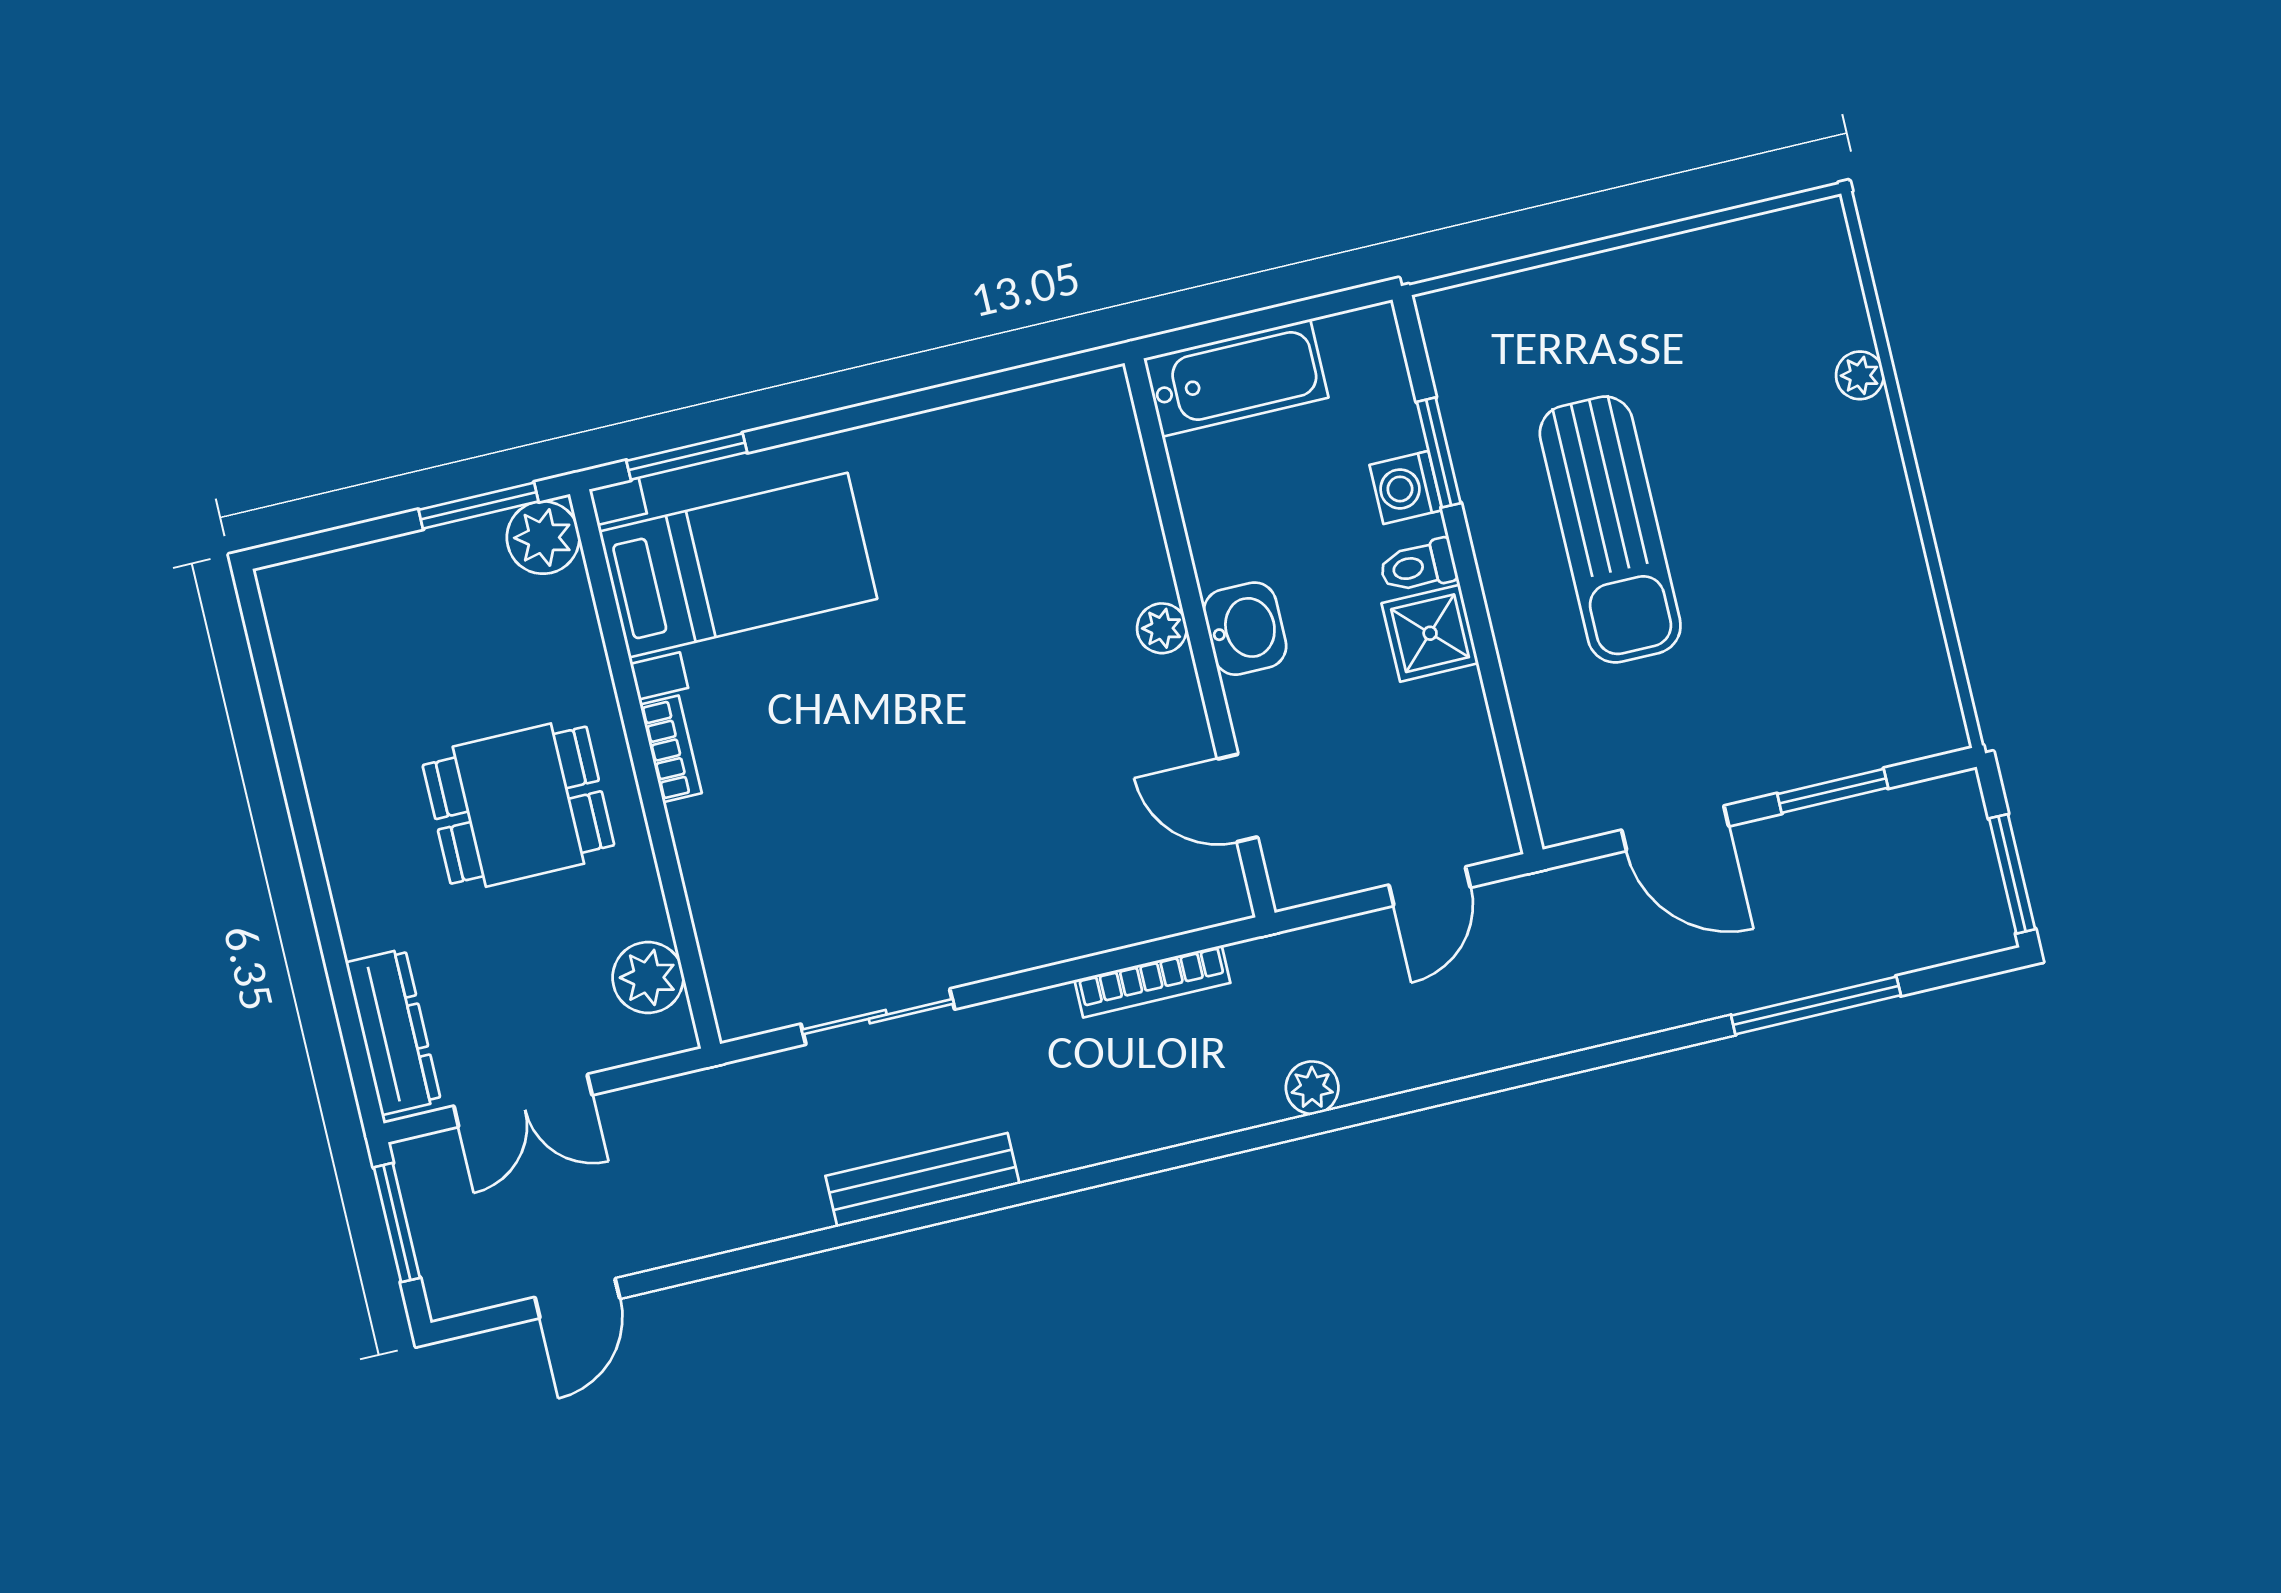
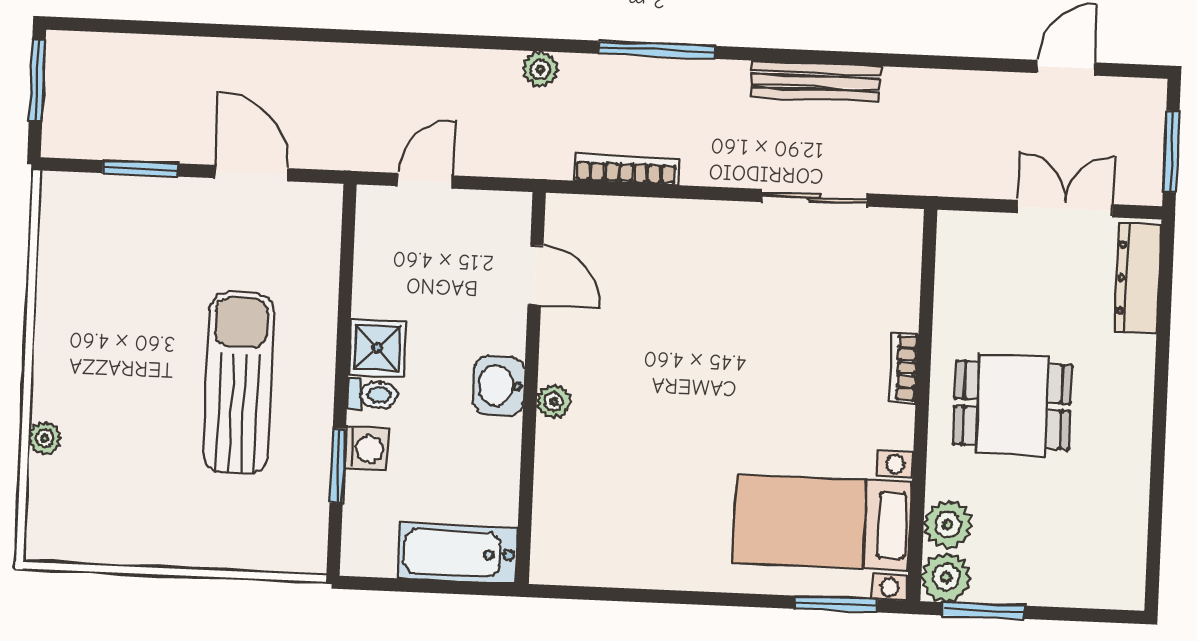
bookcase: (671, 749) -> (903, 368), moved
plant: (648, 977) -> (948, 525), moved
window: (1816, 1005) -> (657, 50), moved

